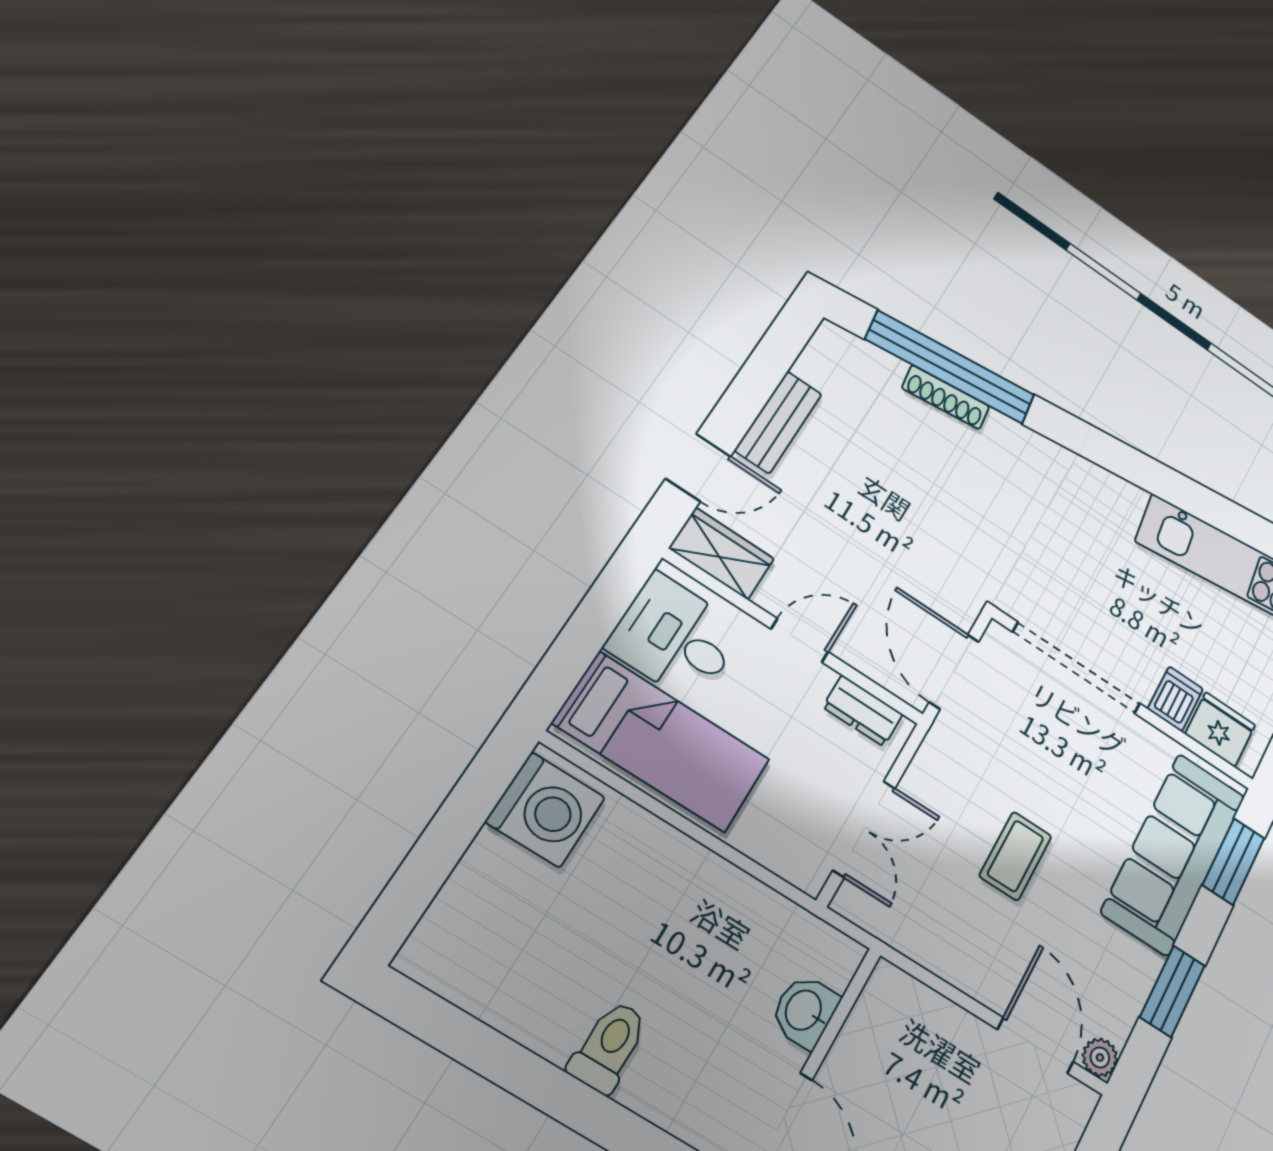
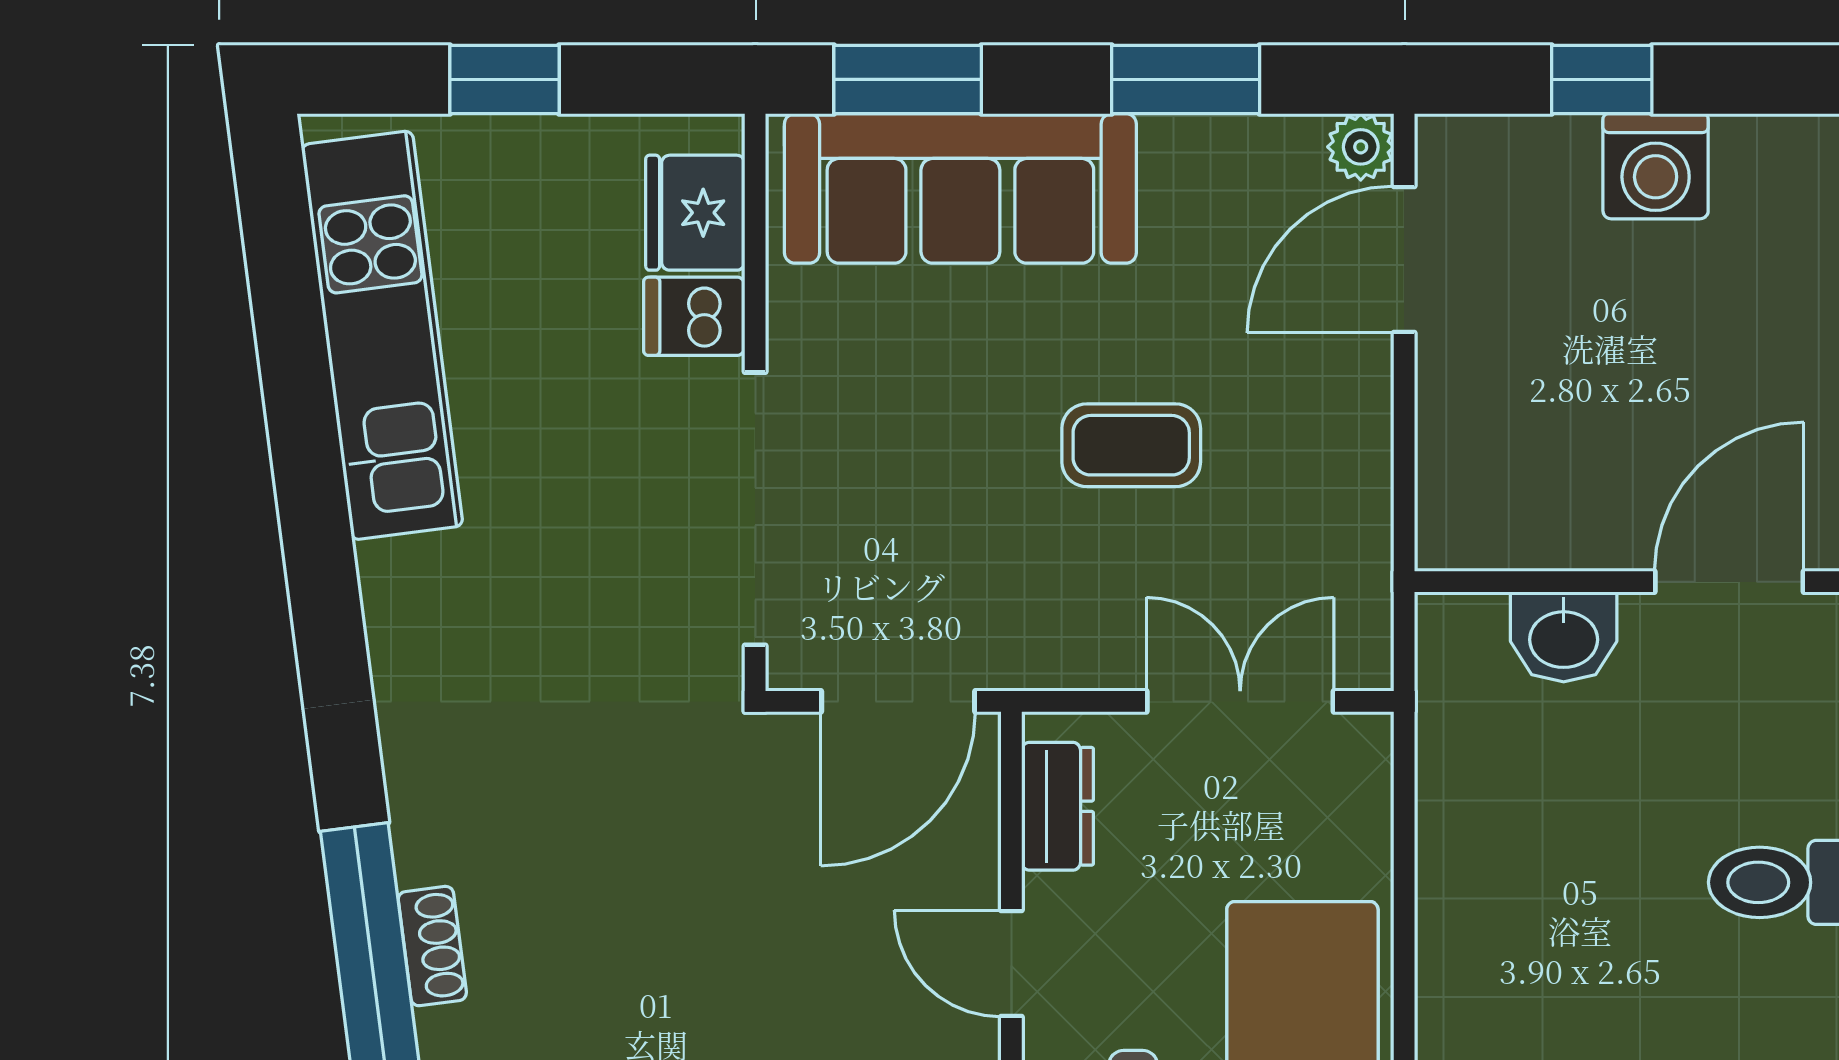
shoe rack: (946, 397) -> (432, 946), width x0.70

